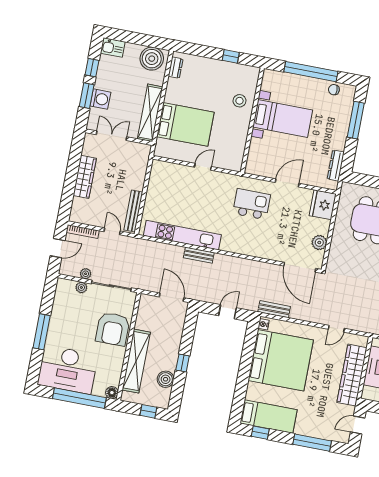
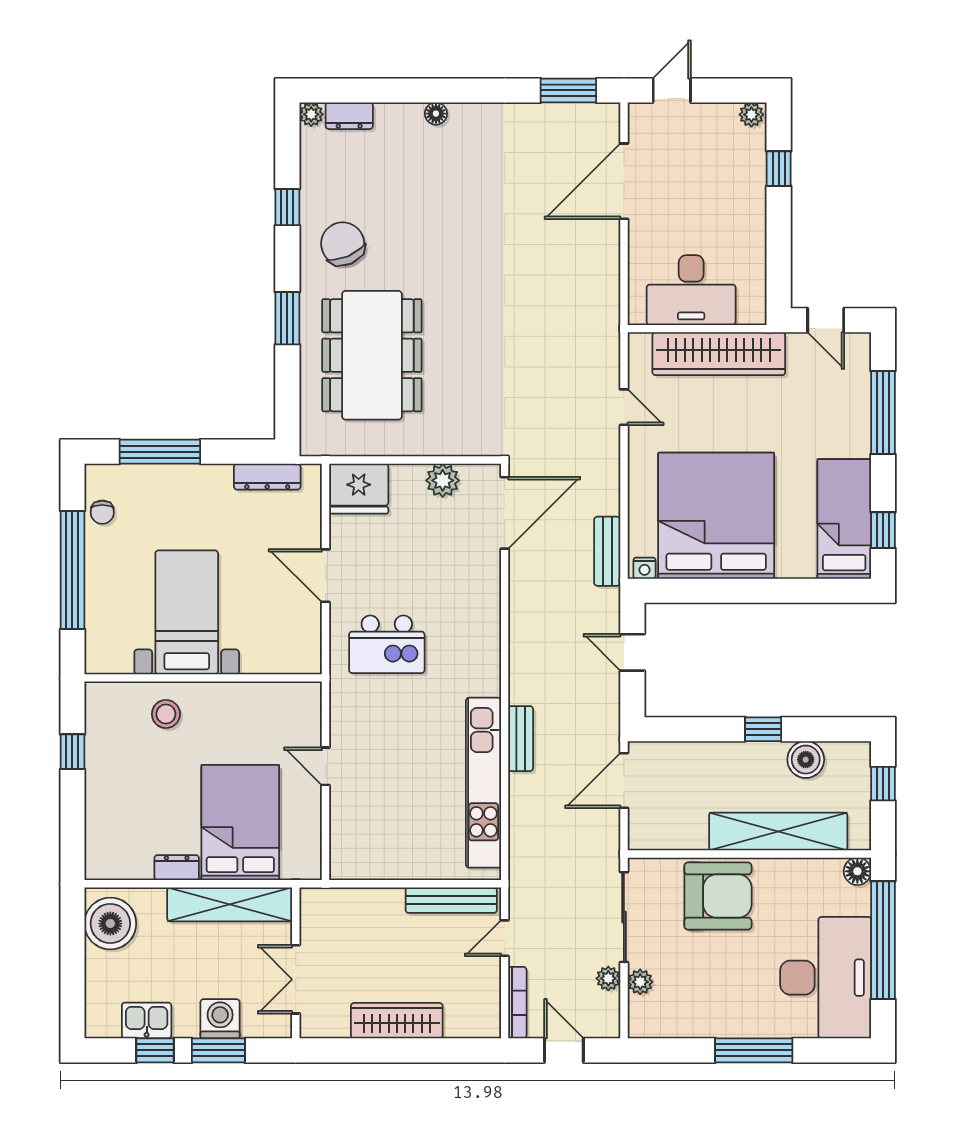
kitchen sink: (113, 47) -> (147, 1020), moved, turned -90
dresser: (176, 68) -> (177, 868), moved
kitchen island: (252, 204) -> (387, 644), turned -90

